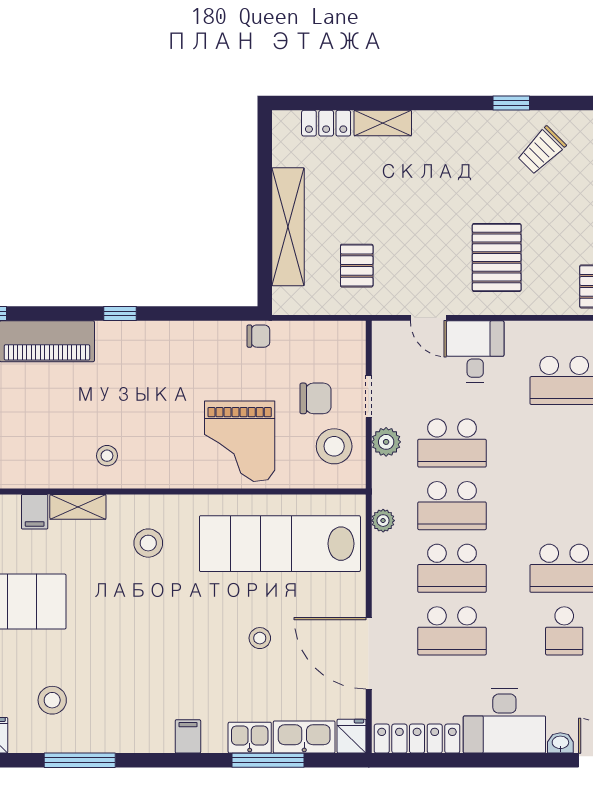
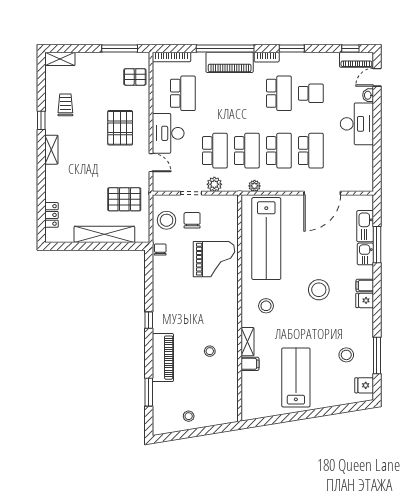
shelving: (383, 123) -> (51, 150), moved
trolley: (541, 150) -> (65, 105), turned -135
pallet: (497, 257) -> (120, 128), turned 90
pallet: (357, 266) -> (124, 199), width x1.50, depth x1.42
door: (428, 318) -> (151, 163), hinge flipped
desk: (475, 352) -> (168, 133), width x1.37
stool: (334, 446) -> (167, 220), moved
stool: (107, 456) -> (210, 351), moved
stool: (260, 638) -> (319, 290), moved, width x1.89, depth x1.89
fridge: (352, 736) -> (365, 300), moved
locker: (417, 739) -> (366, 168), removed
window: (80, 760) -> (377, 355), moved

